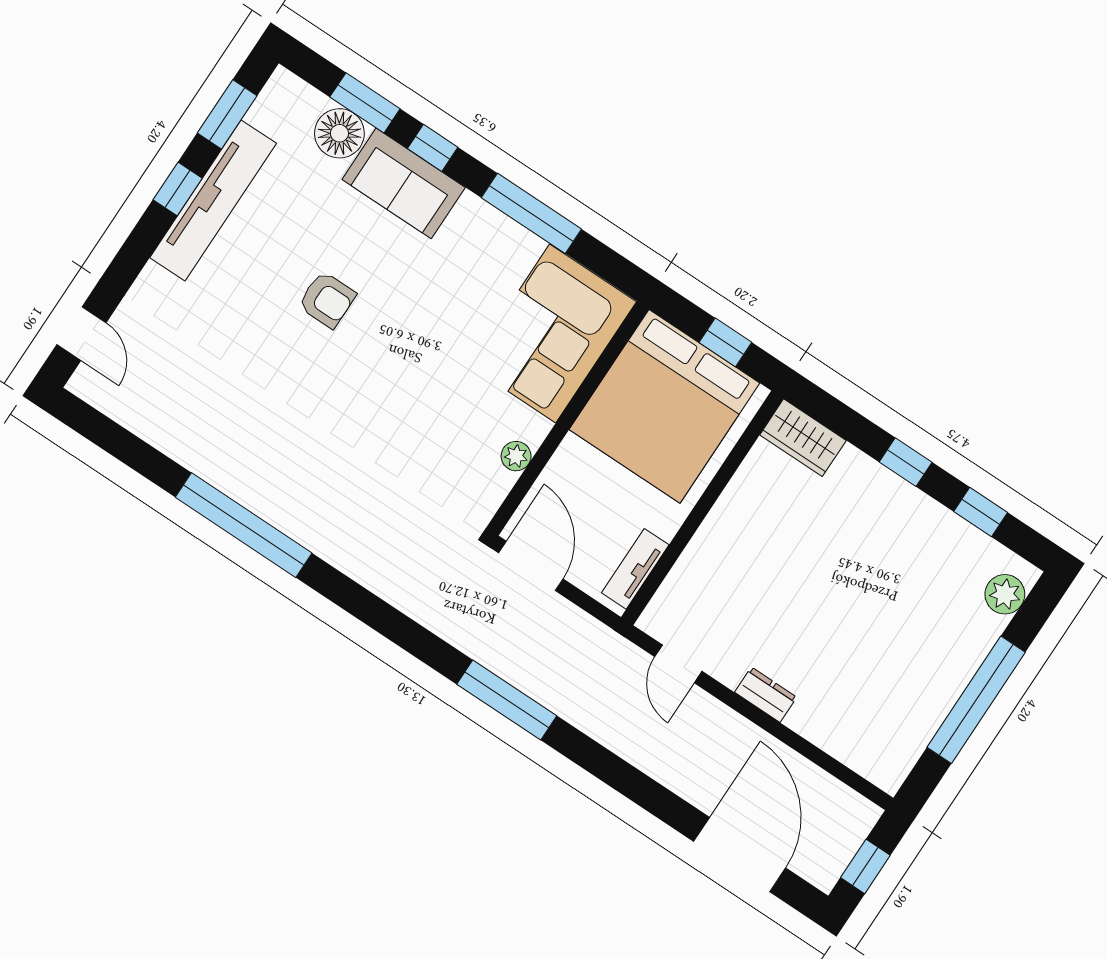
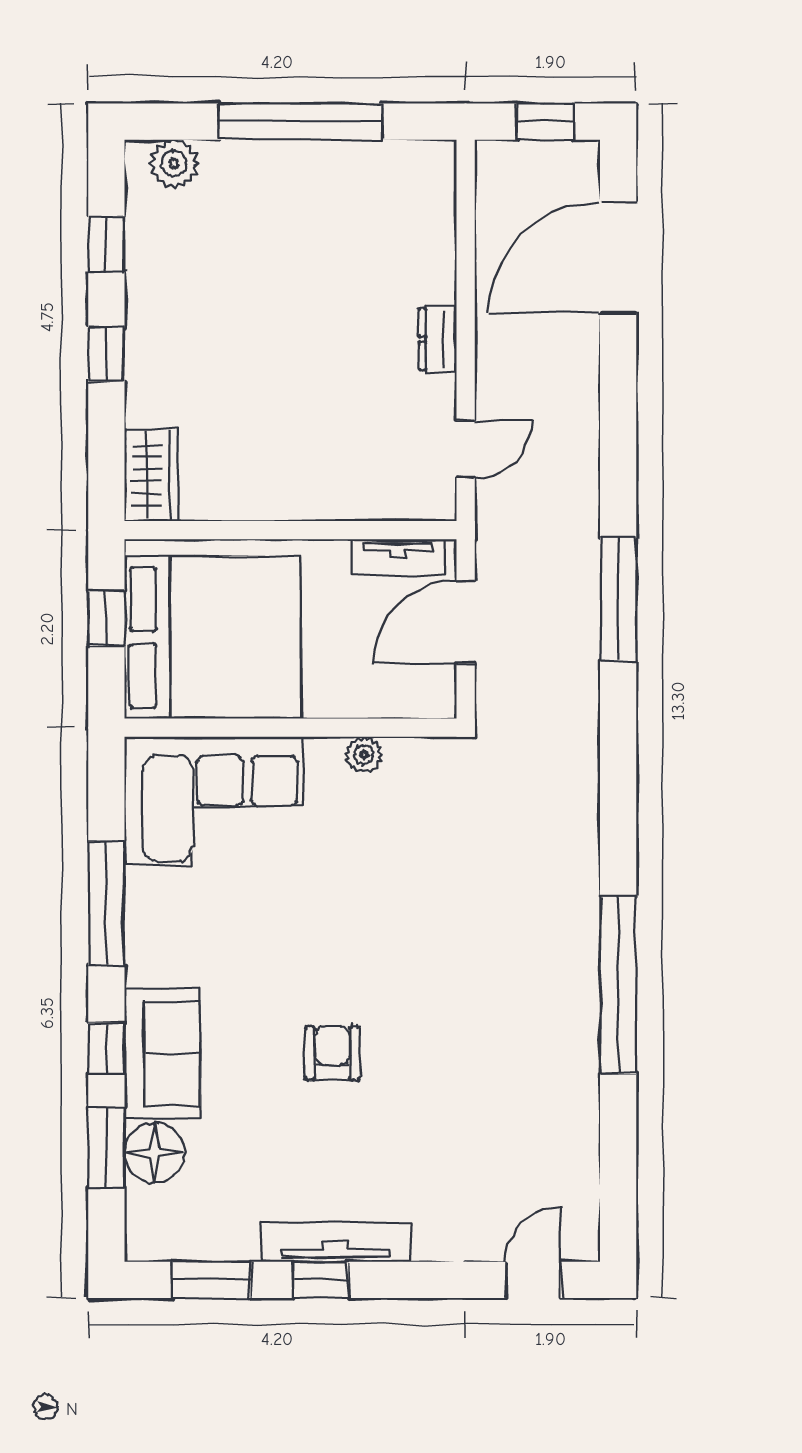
tv unit: (213, 201) -> (335, 1242), width x0.73, depth x0.78
door: (531, 566) -> (466, 622), moved

